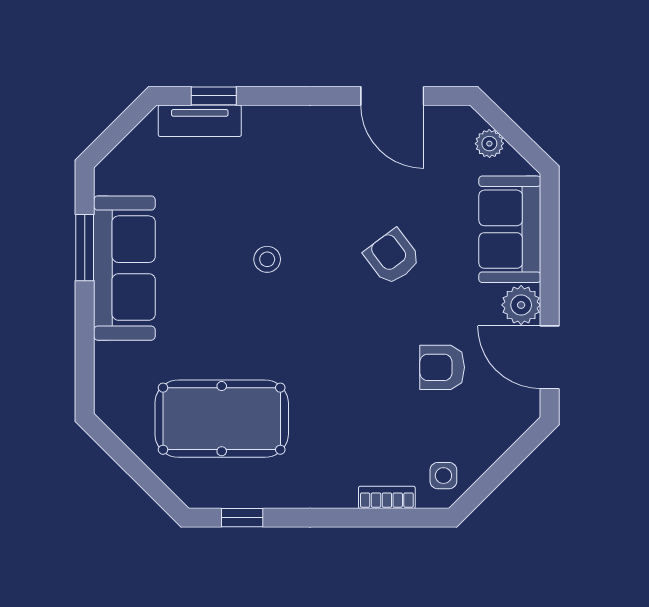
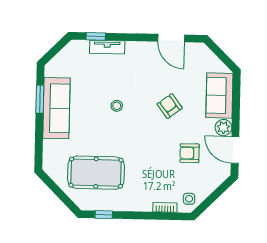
tv unit: (200, 121) -> (107, 47), moved
plant: (489, 144) -> (212, 59), removed

